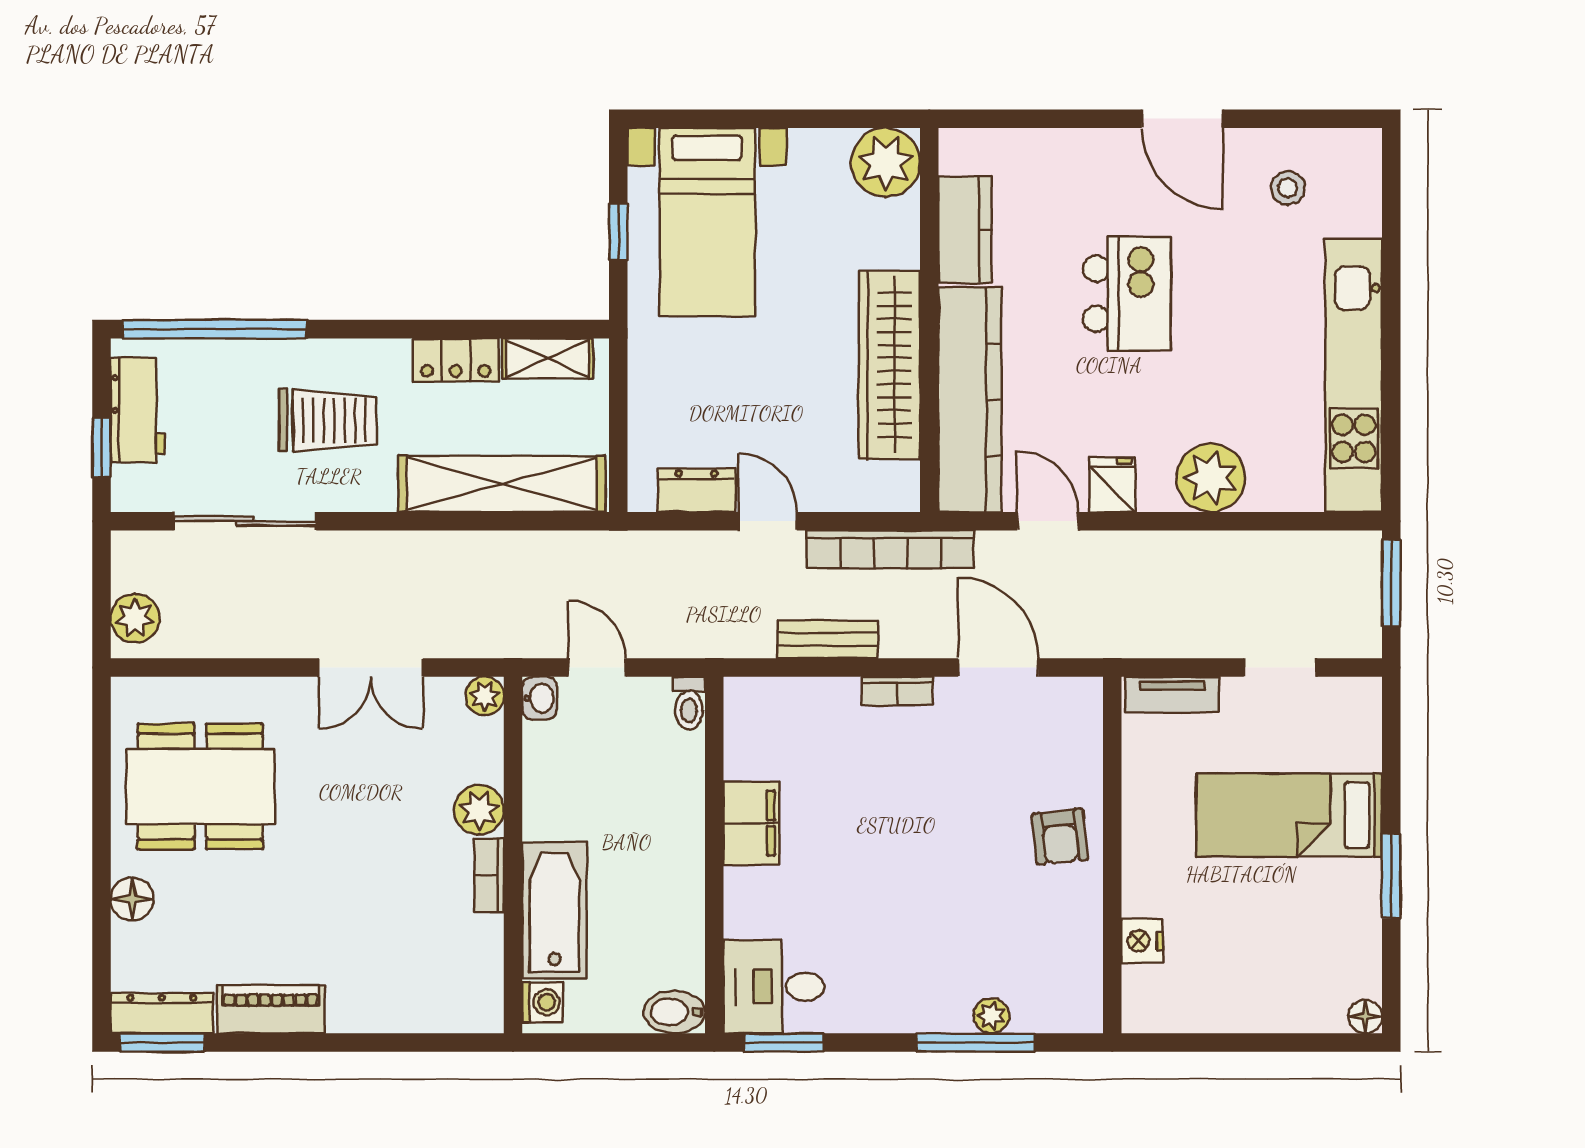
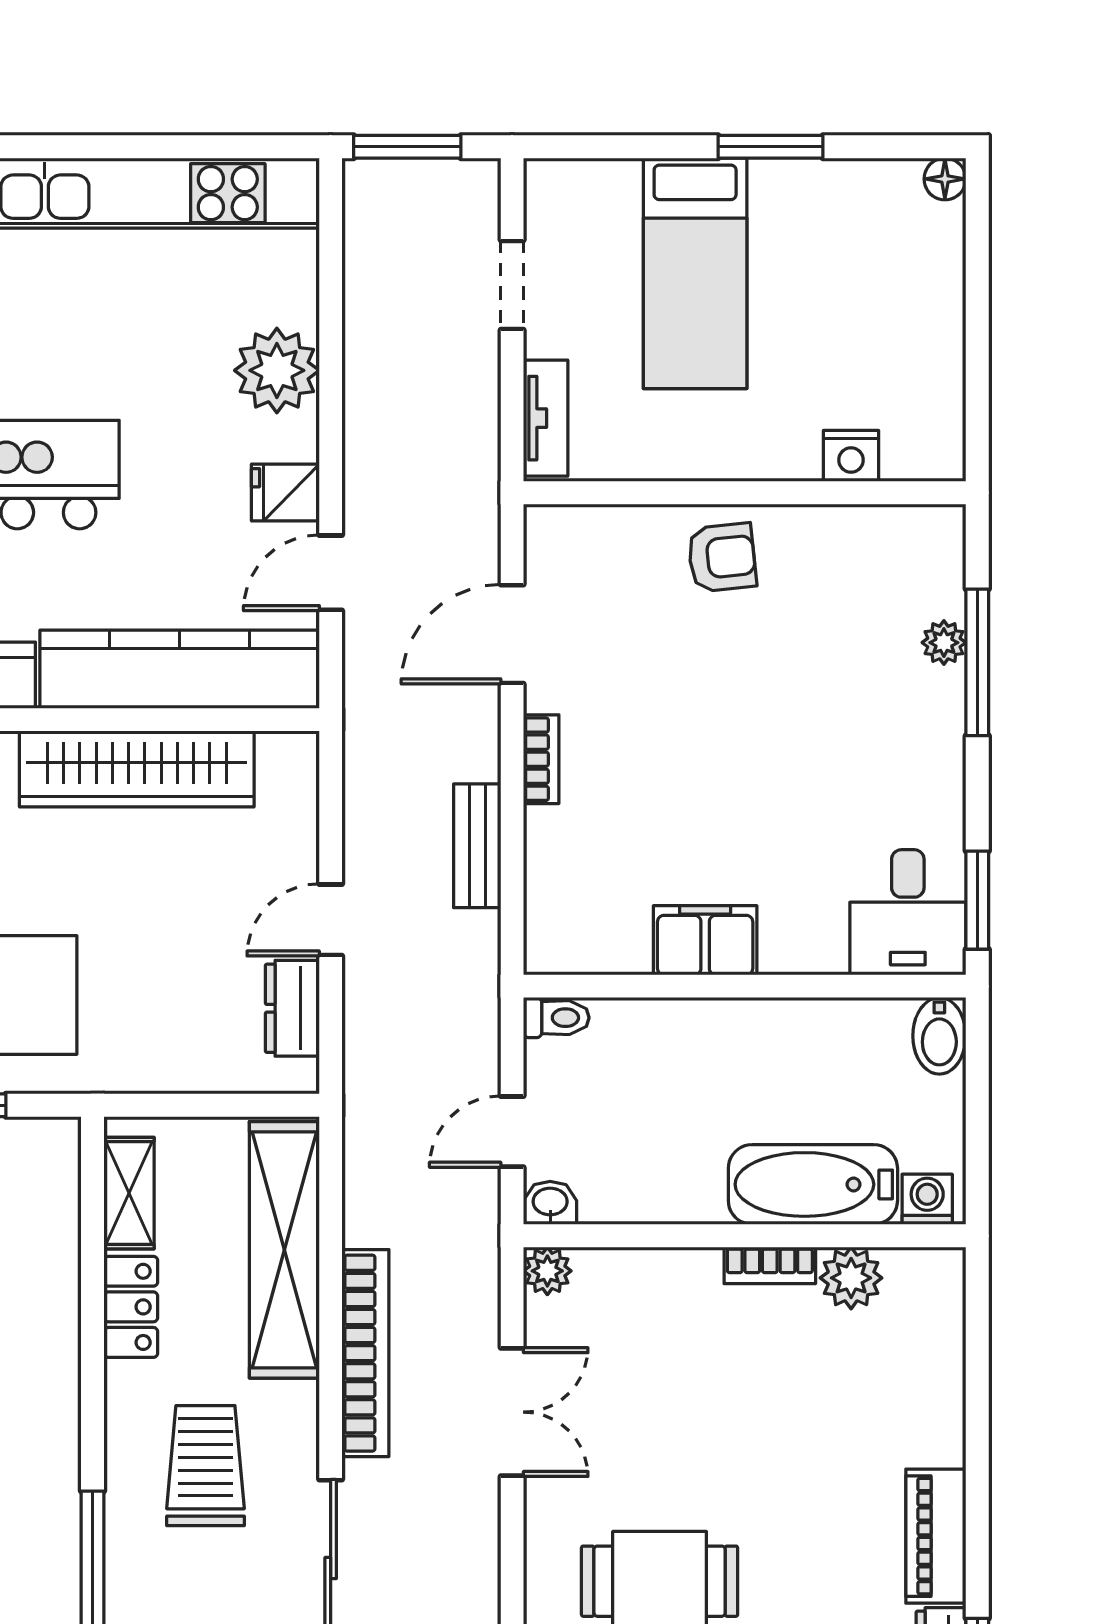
bookcase: (890, 549) -> (365, 1353), moved
plant: (479, 810) -> (851, 1278), moved

